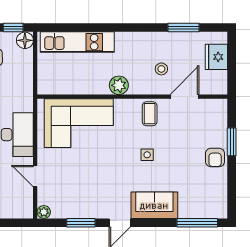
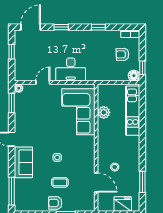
plant: (119, 85) -> (104, 112), moved
coffee table: (150, 114) -> (60, 182), moved
window: (81, 223) -> (12, 103), moved

